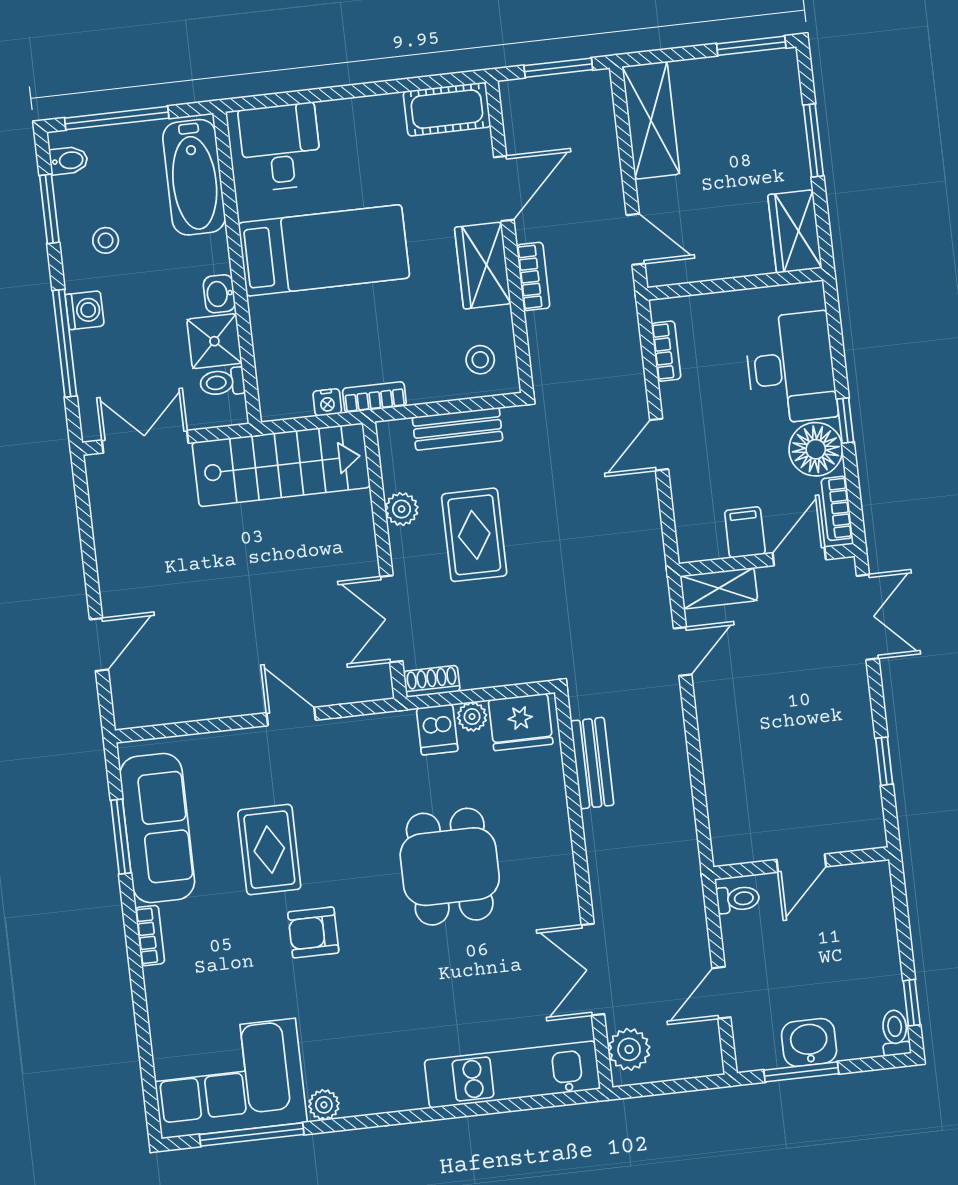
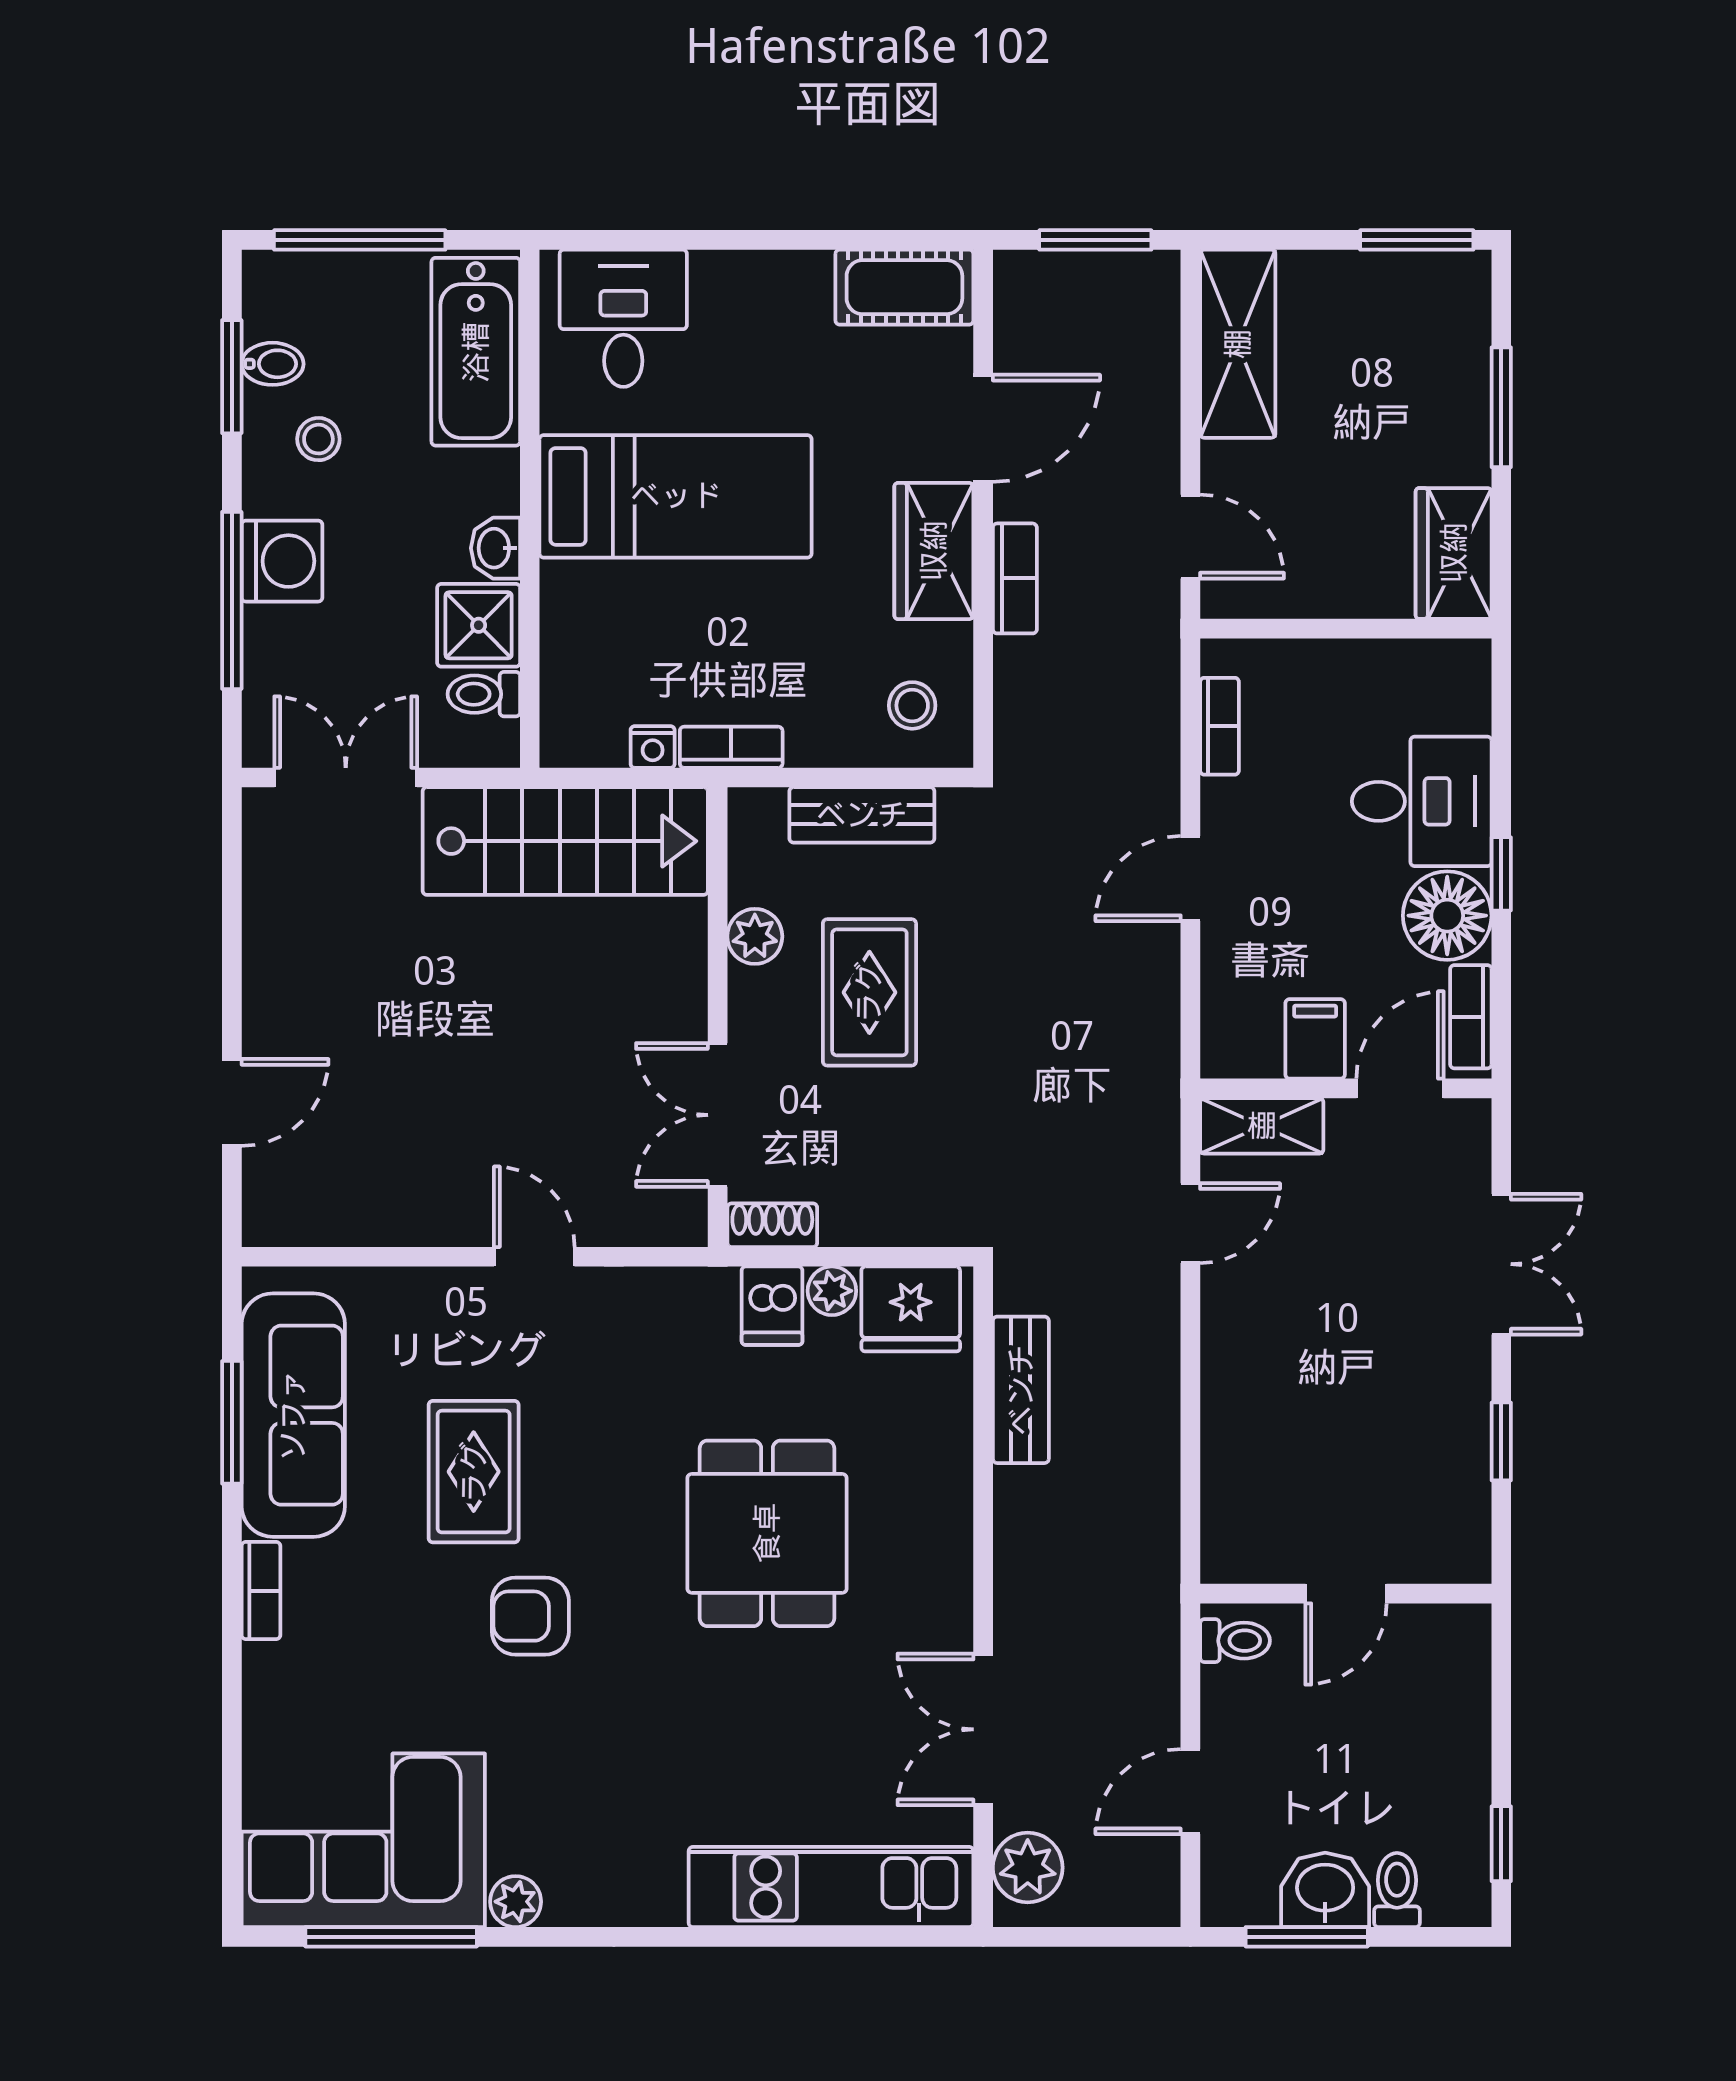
bidet: (69, 161) -> (273, 364), moved
washing machine: (85, 310) -> (282, 561), width x1.38, depth x1.38
desk: (791, 368) -> (1422, 801), width x0.73
double door: (868, 617) -> (1501, 1264), moved
toilet: (895, 1033) -> (1397, 1890), moved

